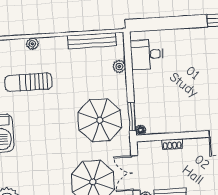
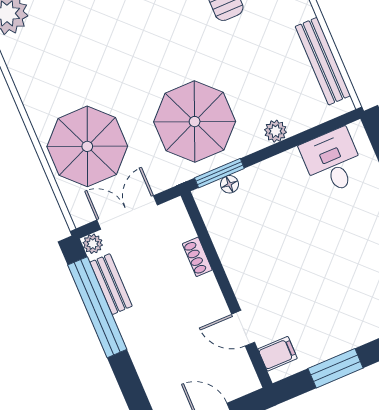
plant: (119, 67) -> (276, 131), moved
floor lamp: (141, 130) -> (229, 184), moved

